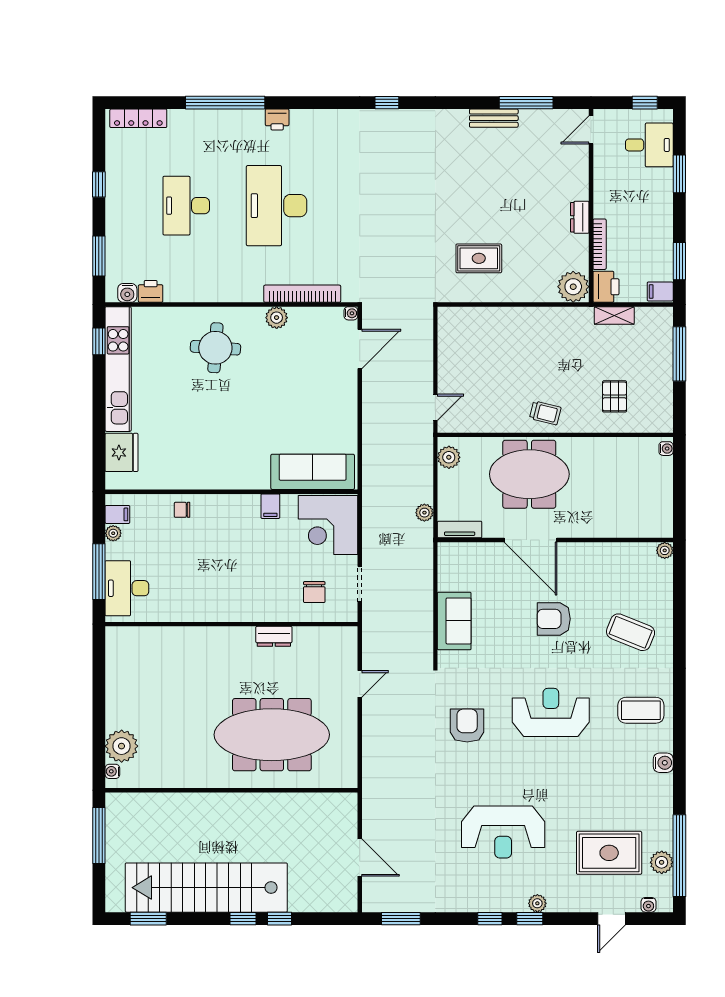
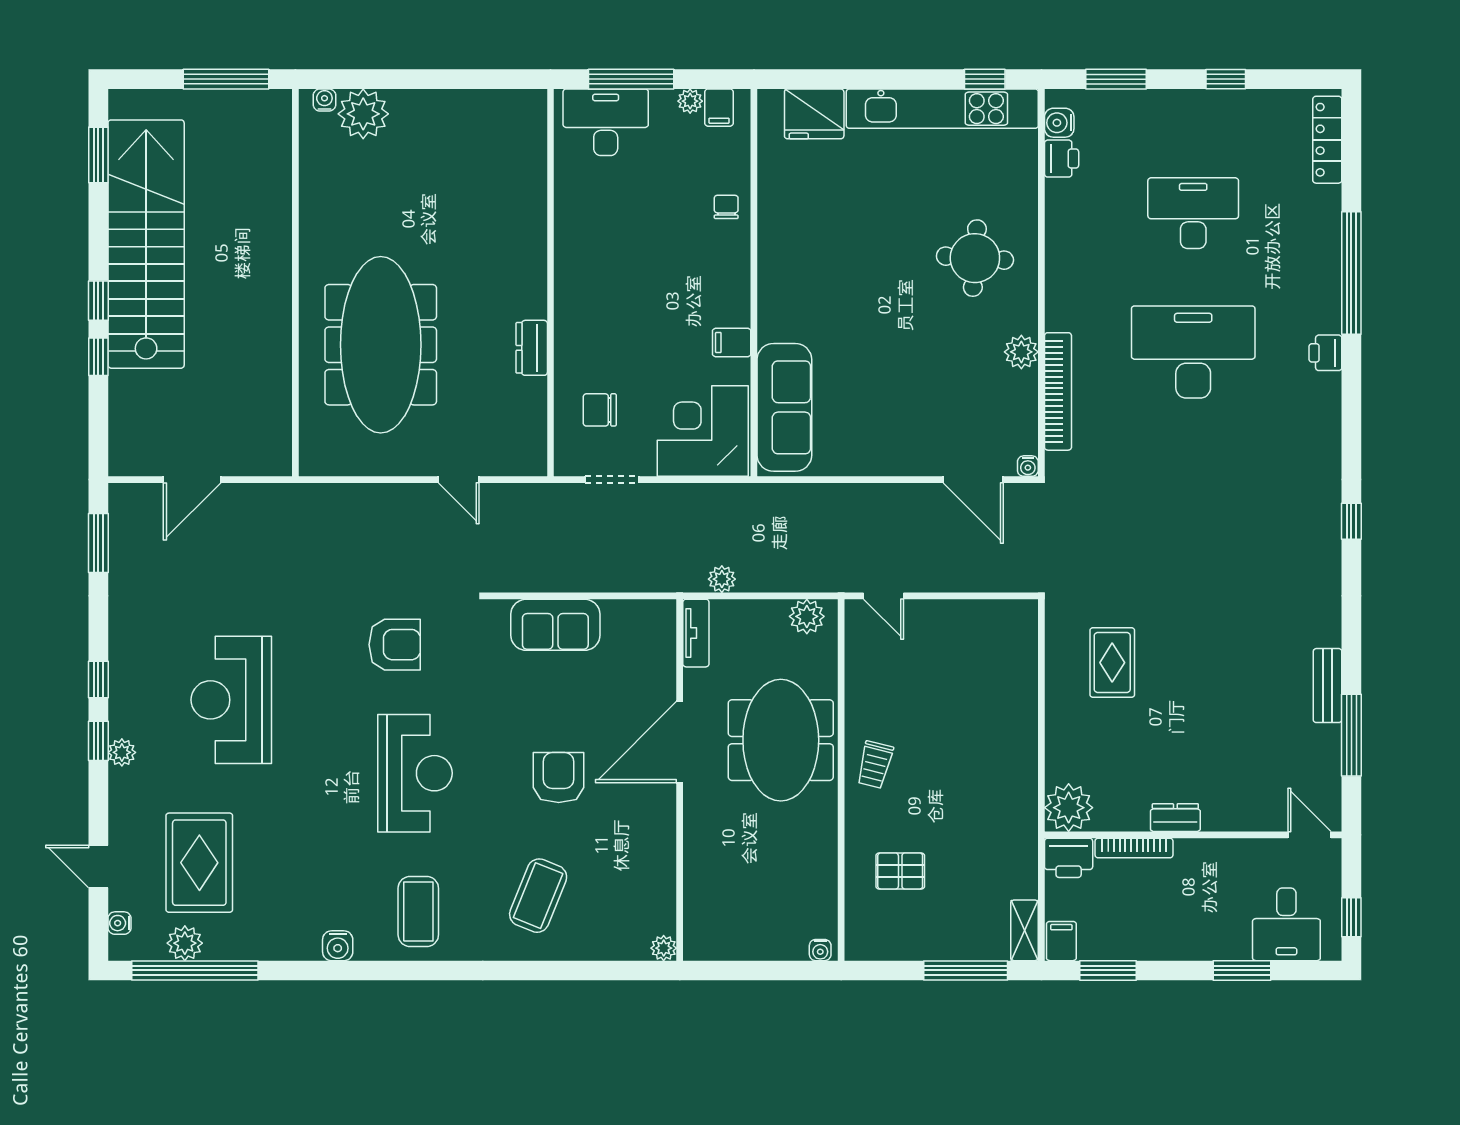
shelving: (614, 316) -> (1024, 930), moved

